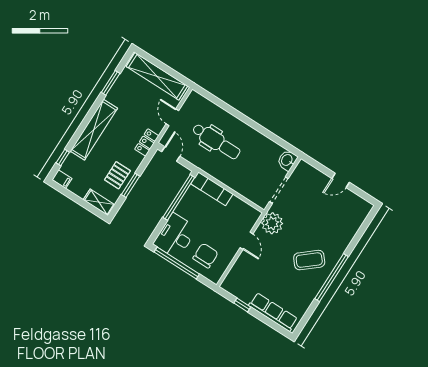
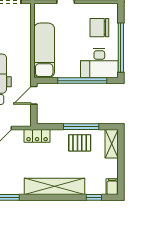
door: (171, 154) -> (34, 95), moved
window: (131, 185) -> (81, 127), width x1.44
exam couch: (212, 189) -> (44, 50), width x1.36, depth x1.45
window: (179, 197) -> (82, 81), moved

